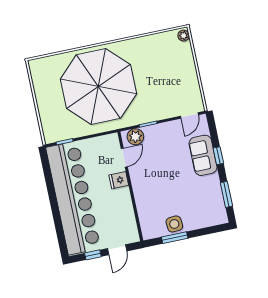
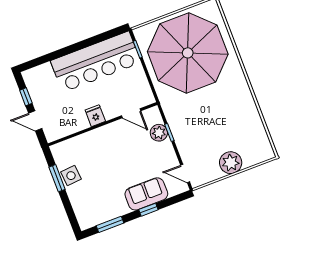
plant: (184, 36) -> (231, 163), moved, width x1.88, depth x1.88
parasol: (98, 87) -> (188, 53), moved
plant: (135, 137) -> (159, 133), moved
fridge: (119, 180) -> (95, 116), moved
bar counter: (73, 198) -> (96, 62), width x0.73

